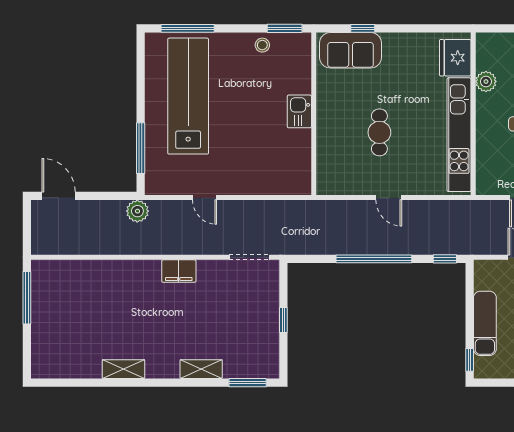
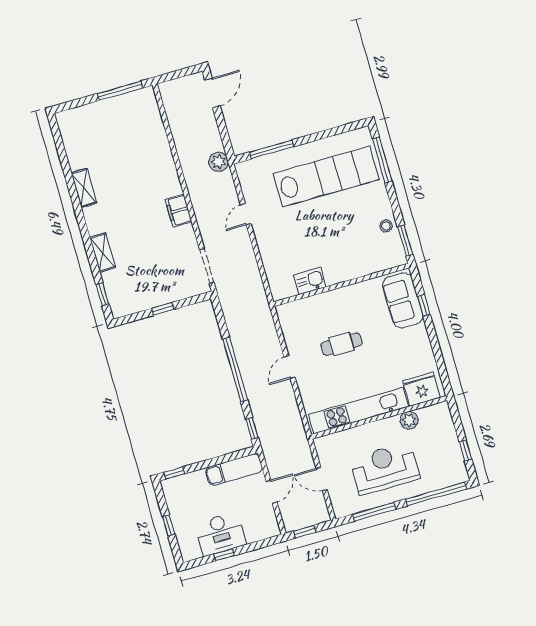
kitchen sink: (299, 111) -> (310, 281), moved
exam couch: (485, 323) -> (234, 470), moved
window: (248, 383) -> (102, 294), width x0.67

